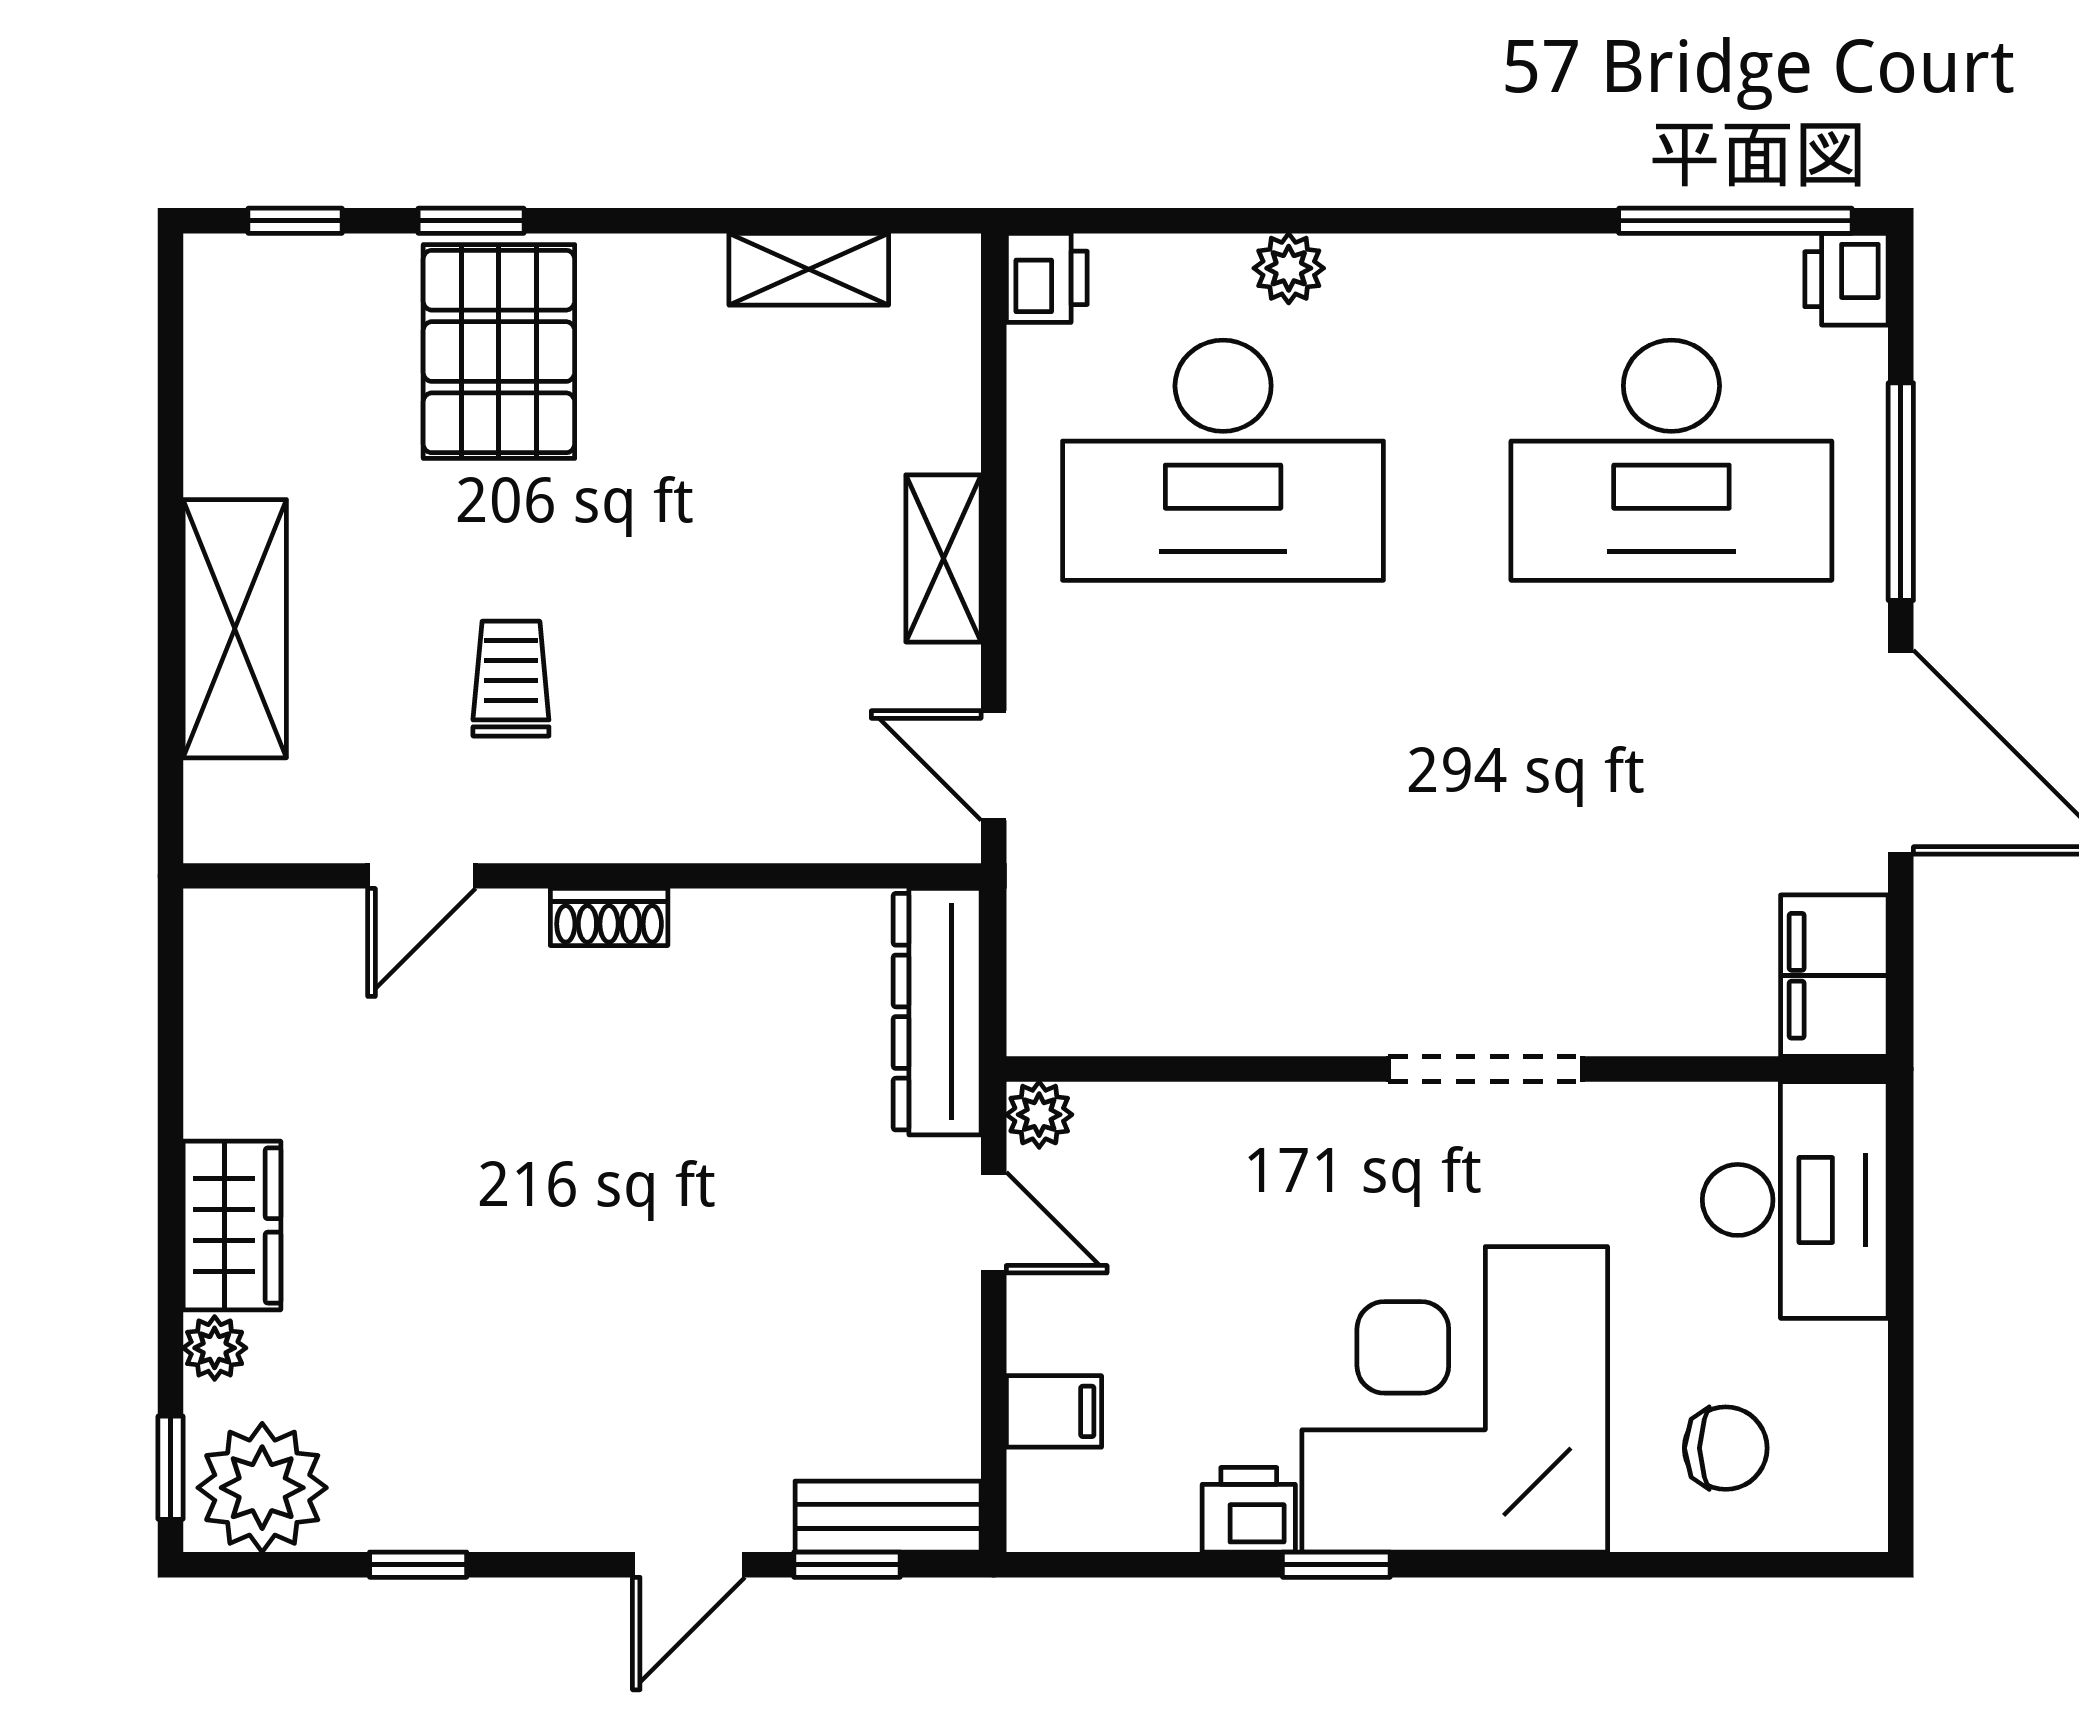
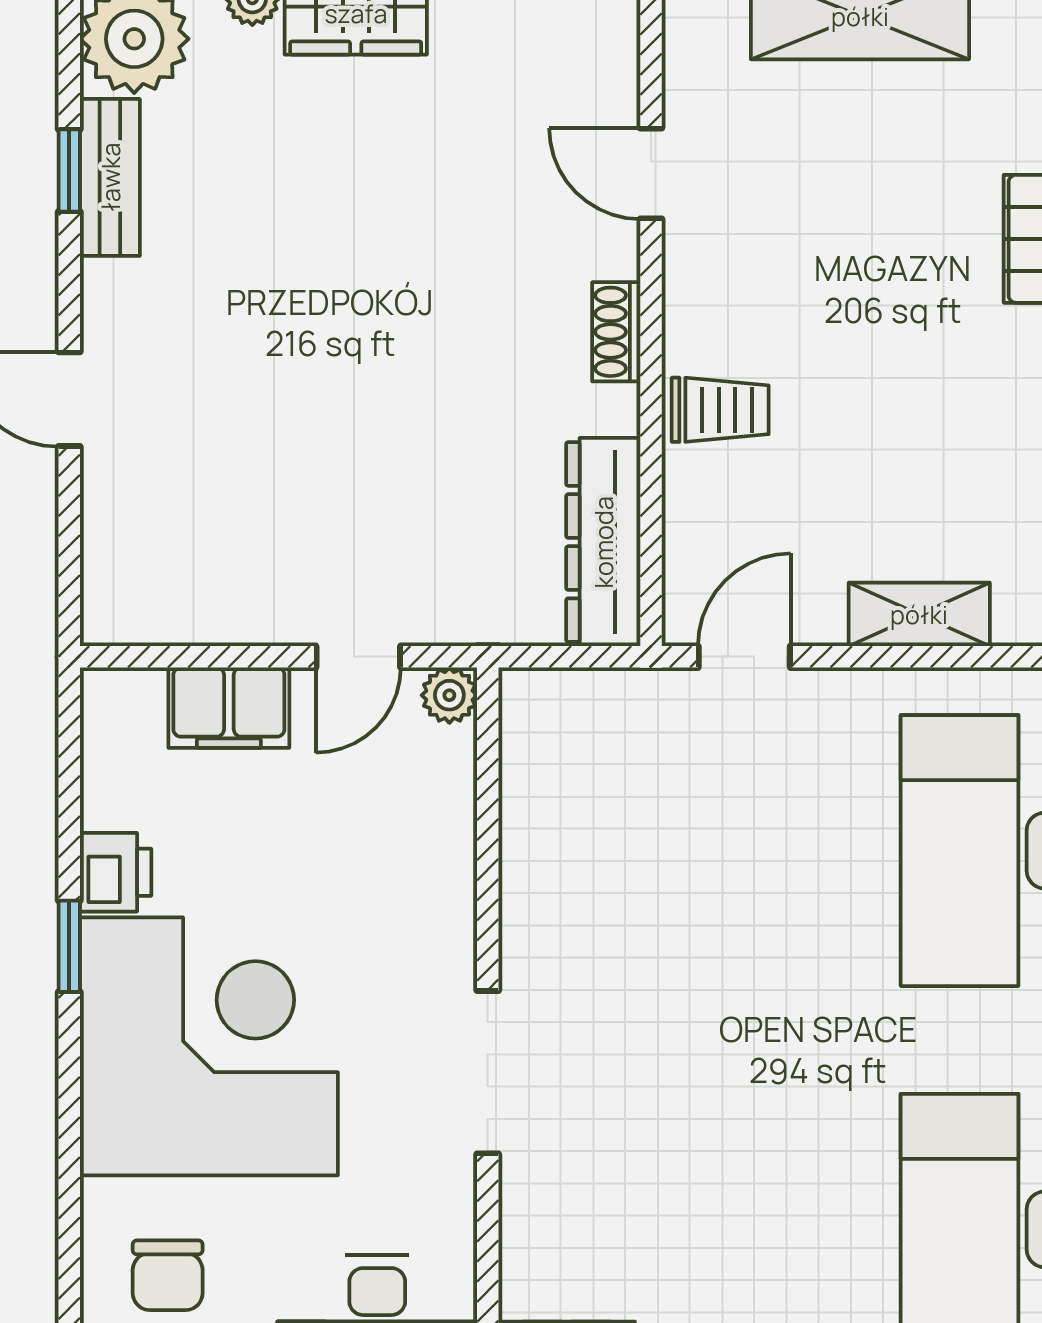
trolley: (511, 679) -> (720, 410), moved
dresser: (937, 1012) -> (603, 542), moved, turned -90
filing cabinet: (1054, 1411) -> (229, 708), width x2.00
bench: (888, 1517) -> (110, 177), moved
window: (847, 1565) -> (69, 533), removed

